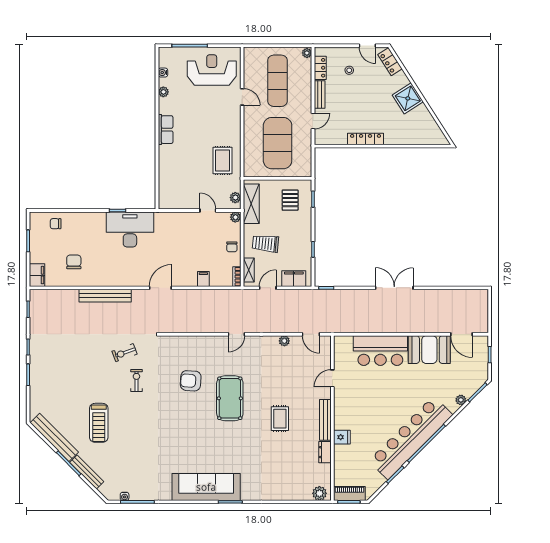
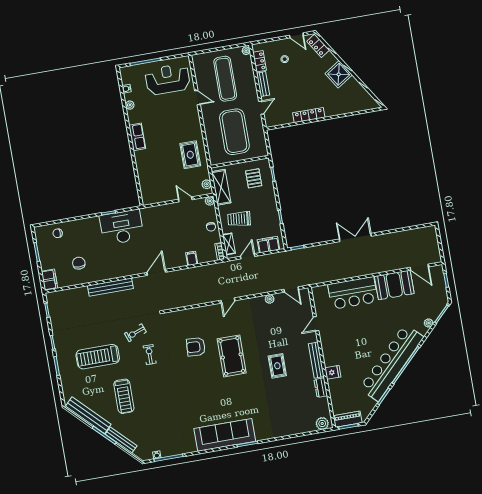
treadmill: (77, 372) -> (98, 357), added

